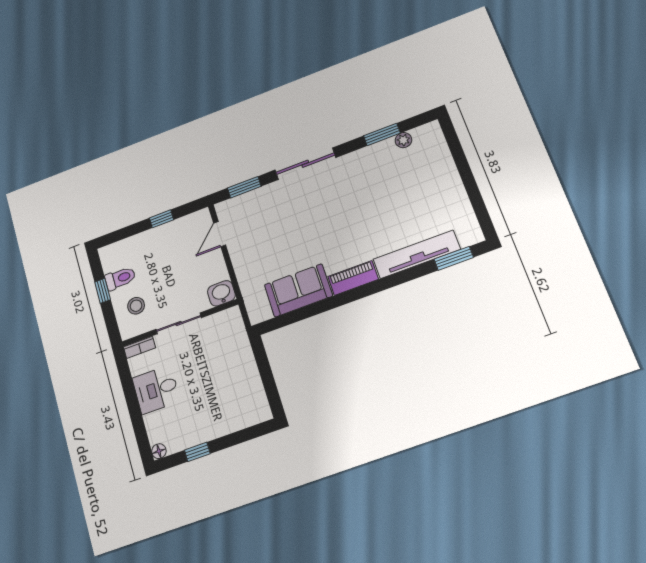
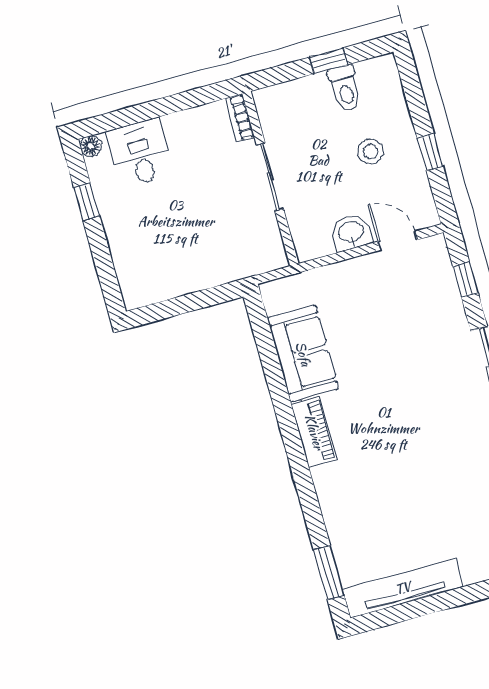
window: (244, 187) -> (465, 279), width x0.67
tv unit: (417, 254) -> (403, 588), moved, turned -90
washbasin: (221, 293) -> (351, 233), moved, turned -90
stool: (136, 306) -> (370, 152), moved
desk: (156, 390) -> (140, 153), moved

